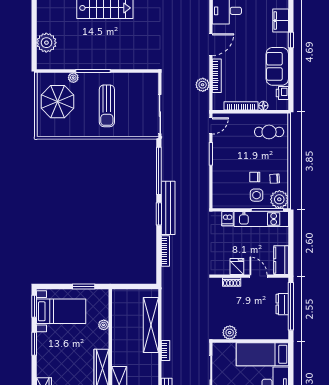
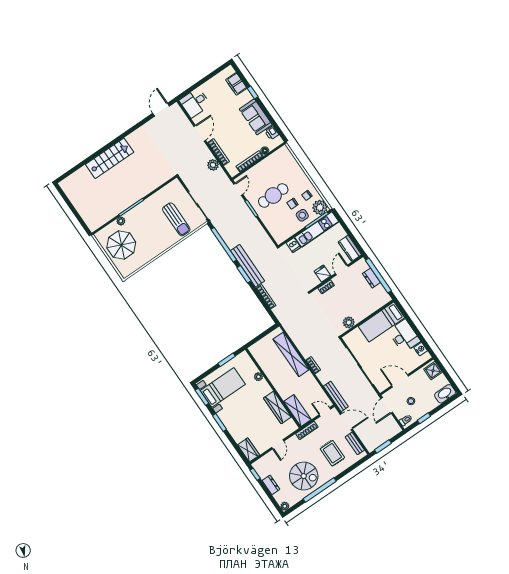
plant: (46, 43) -> (86, 210), removed
sun lounger: (107, 106) -> (176, 219), moved
cafe table: (269, 132) -> (273, 195), moved, width x1.37, depth x1.35
door: (258, 276) -> (342, 270), hinge flipped

